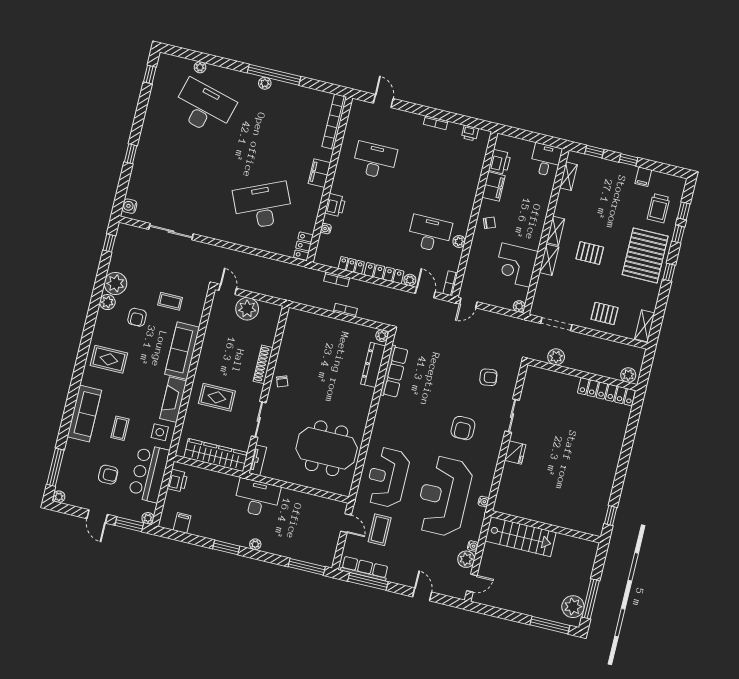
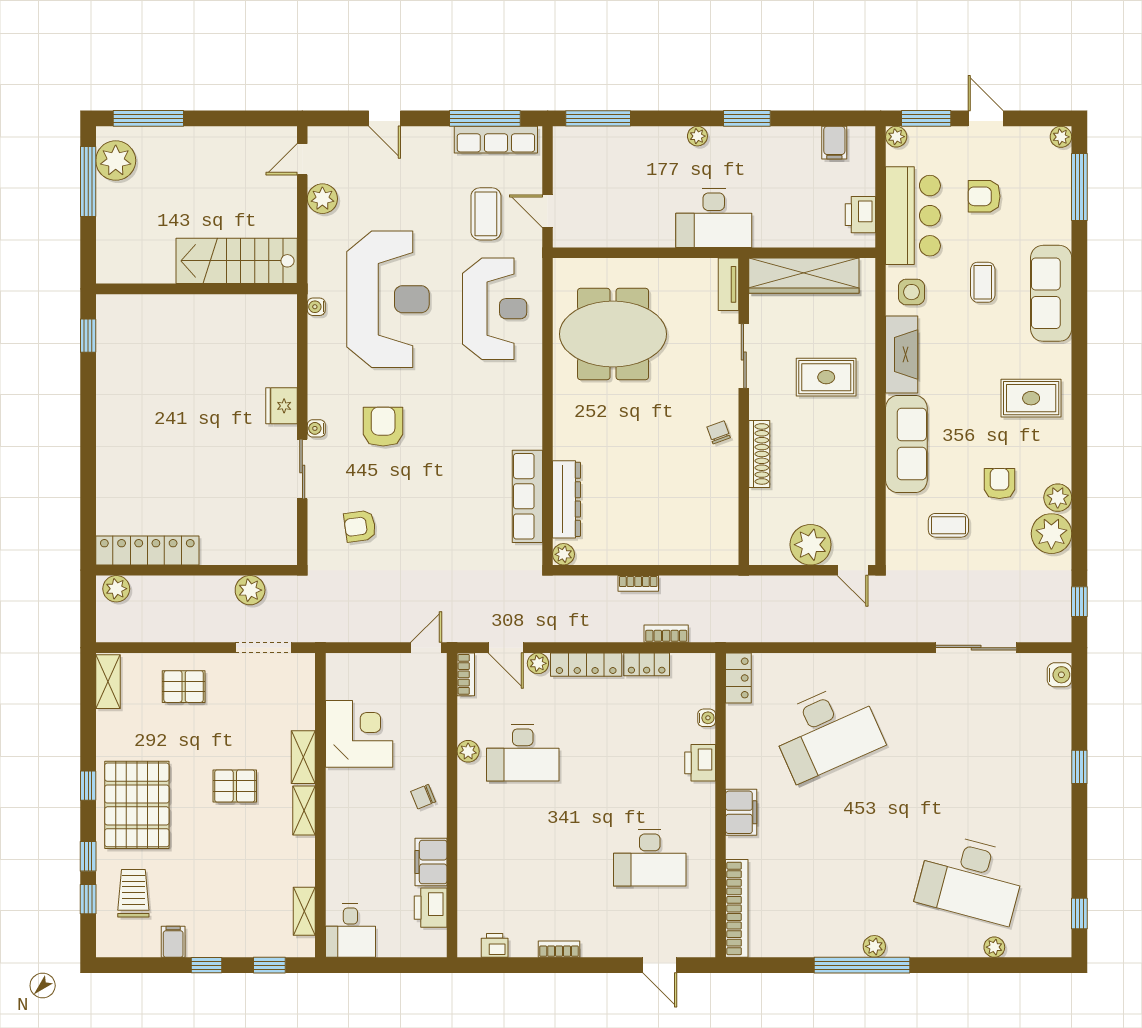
plant: (519, 306) -> (336, 663), removed
water cooler: (473, 546) -> (316, 428), moved

